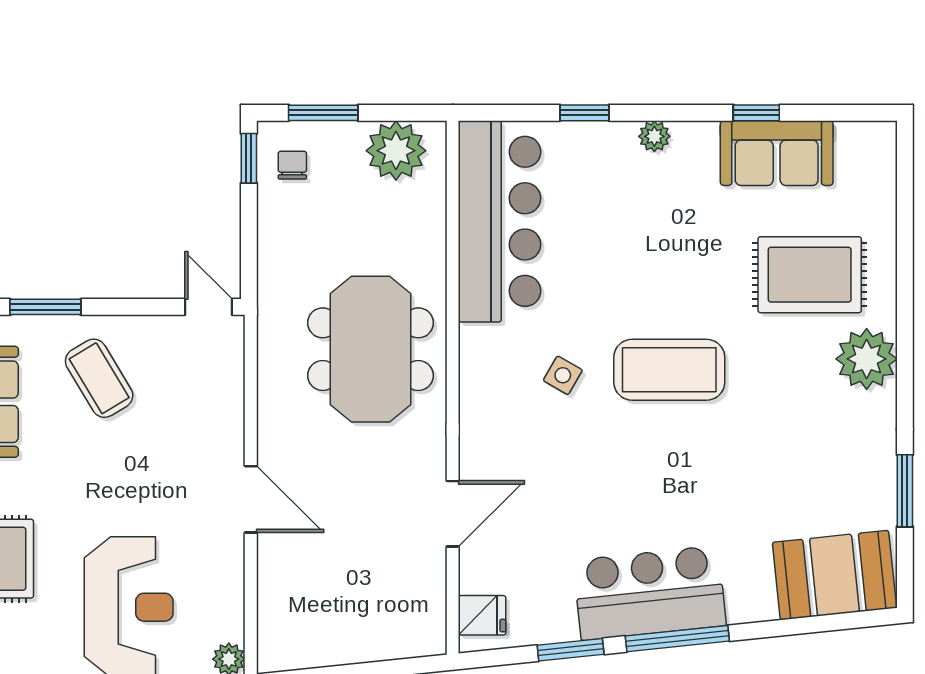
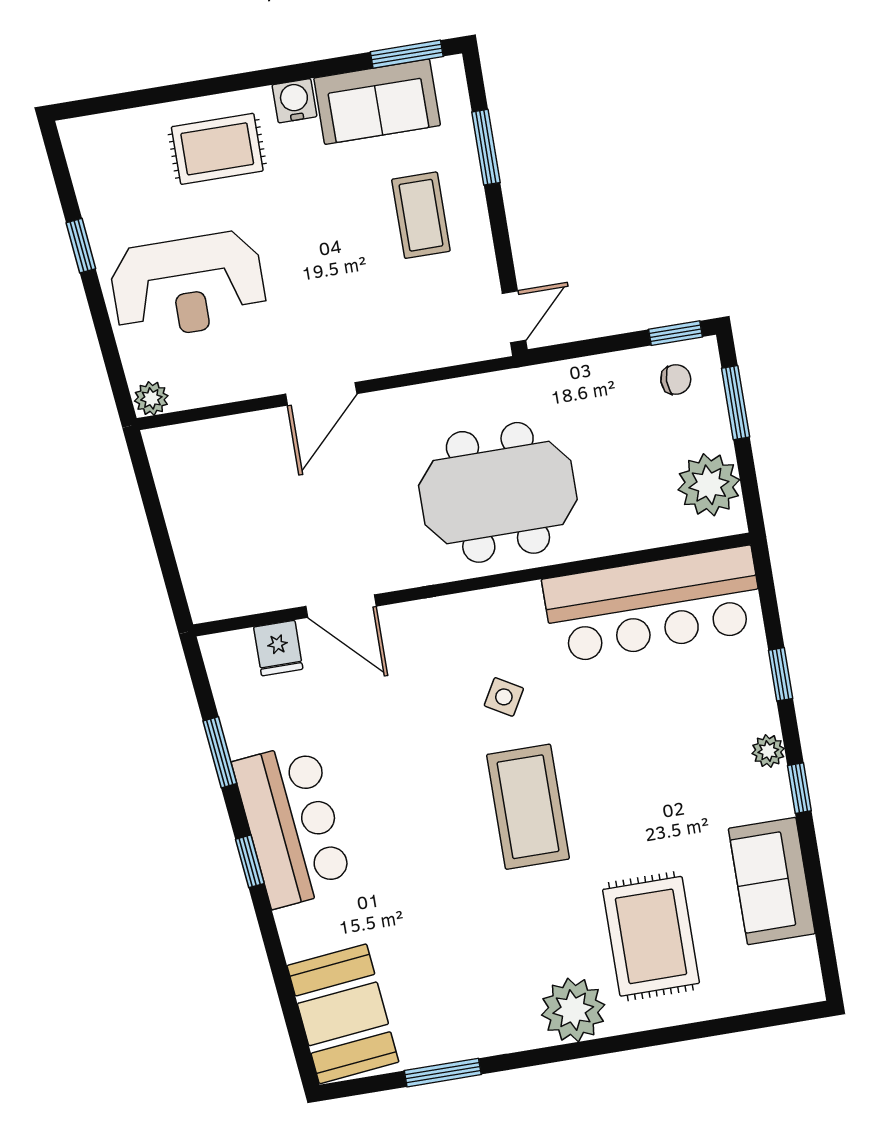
window: (756, 113) -> (799, 788), moved
coffee table: (99, 378) -> (421, 215), turned -59
fridge: (482, 615) -> (278, 648), moved
window: (677, 639) -> (250, 861), width x0.46

